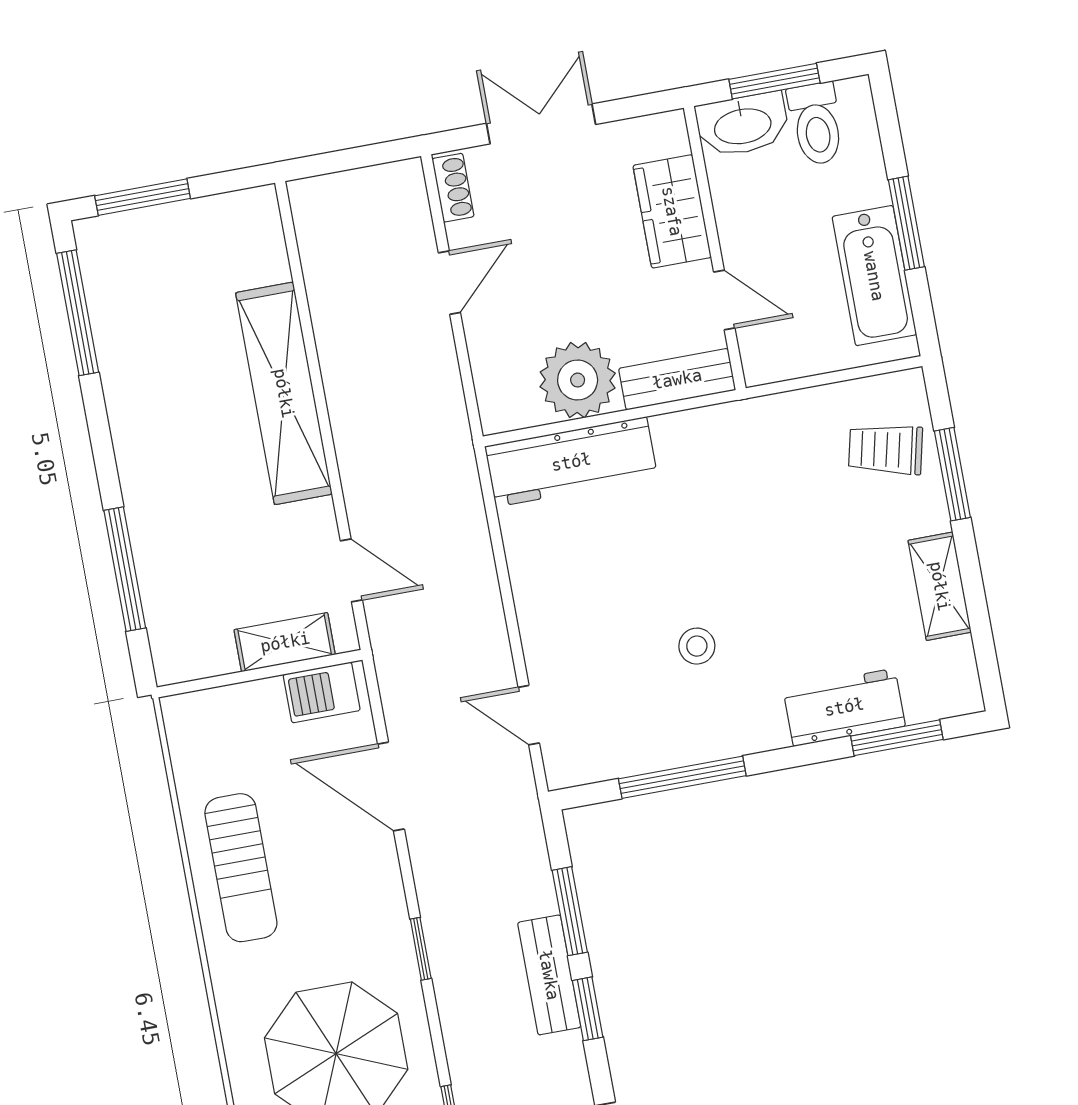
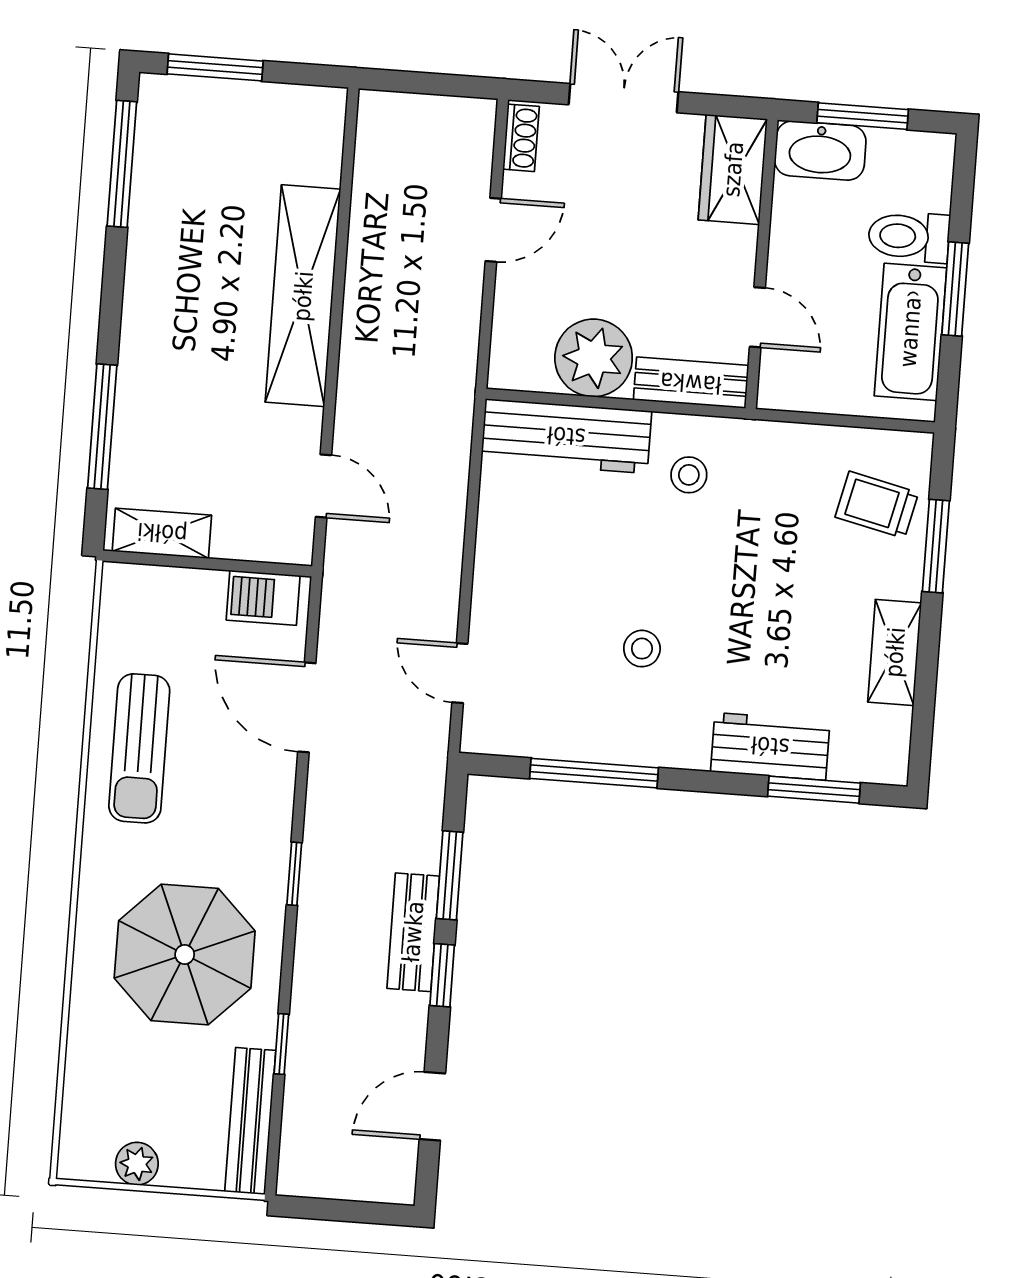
toilet: (816, 124) -> (909, 237), moved, turned 90
wardrobe: (672, 211) -> (733, 169), moved
stool: (698, 468) -> (689, 475), added
shelving: (285, 642) -> (162, 533), moved

